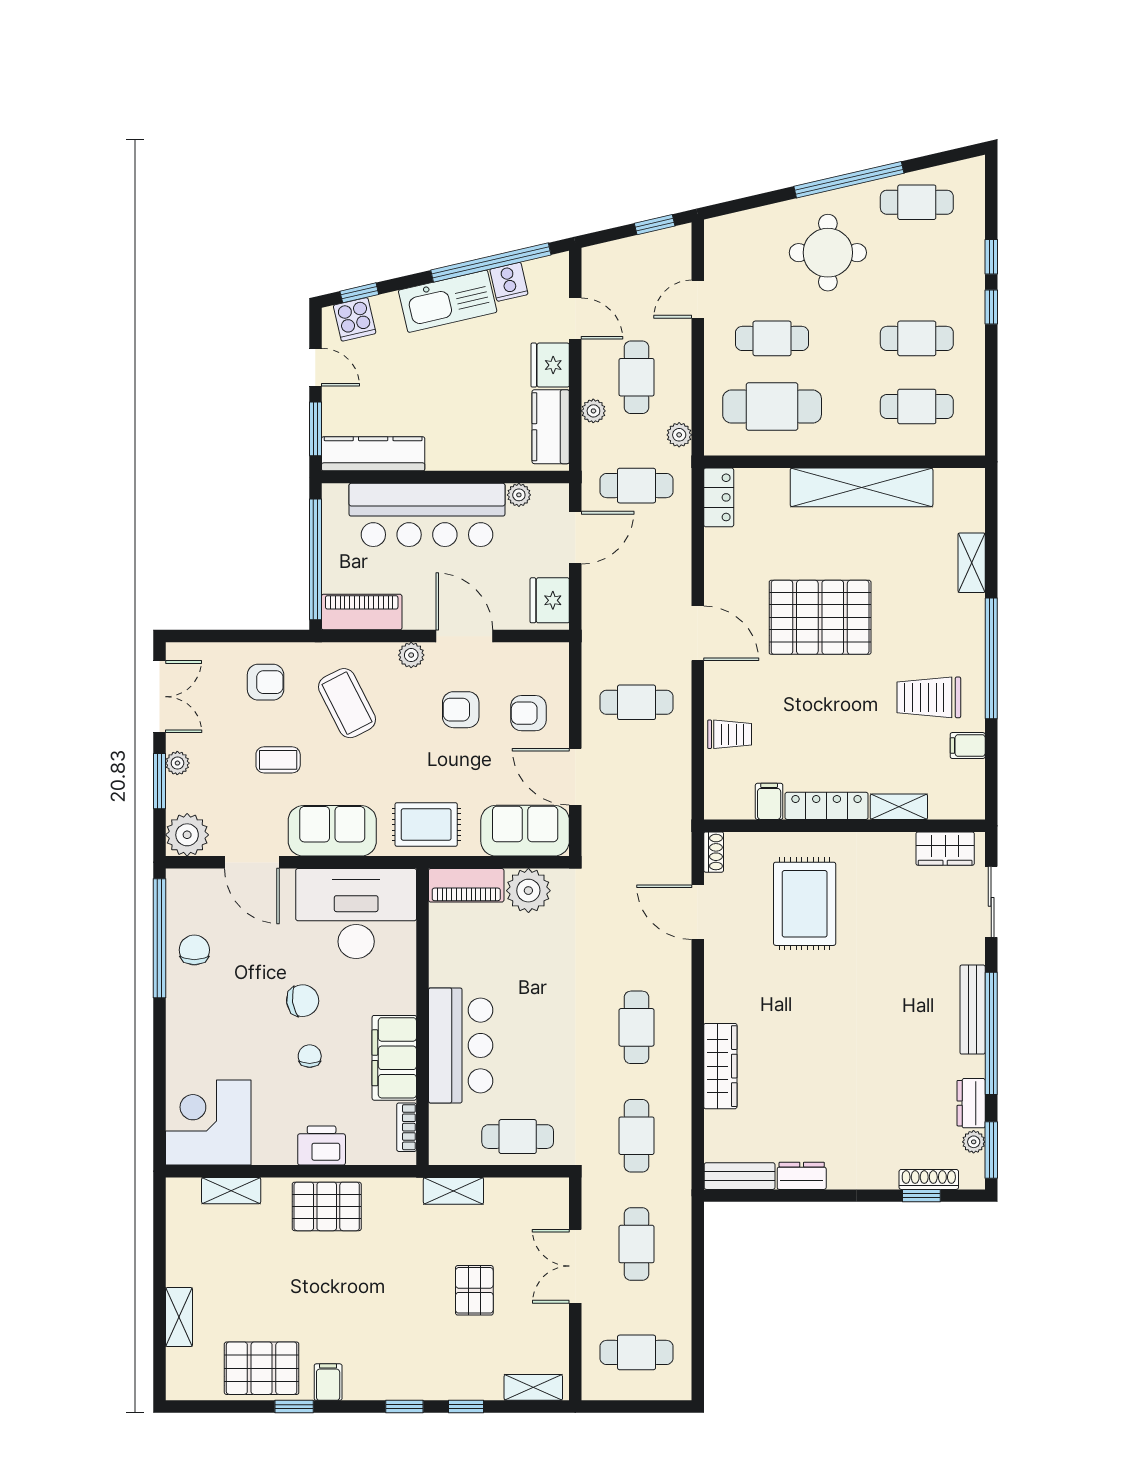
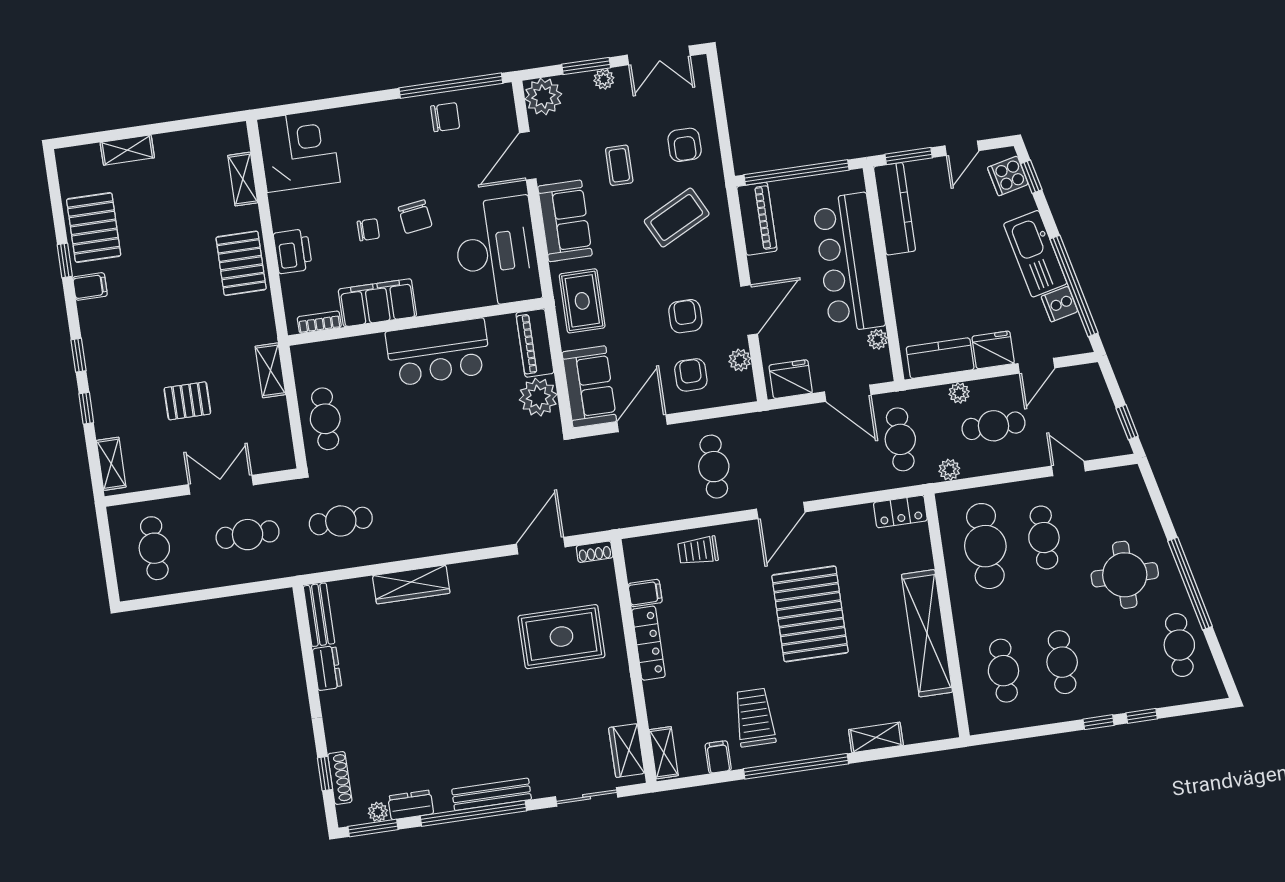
plant: (411, 655) -> (740, 360), moved
trolley: (730, 734) -> (698, 551), turned 90
shelving: (899, 807) -> (664, 753), moved
cafe table: (637, 1027) -> (434, 507), removed
bar counter: (461, 1045) -> (438, 352), moved

